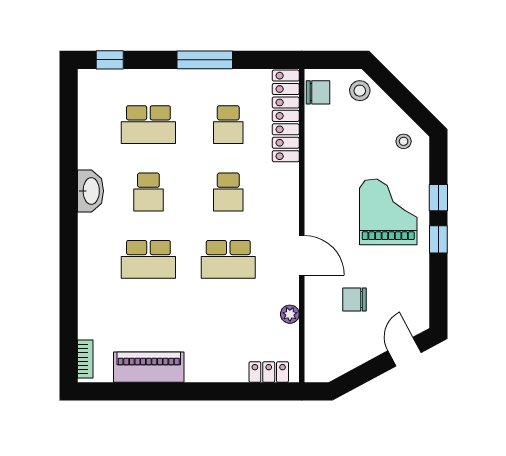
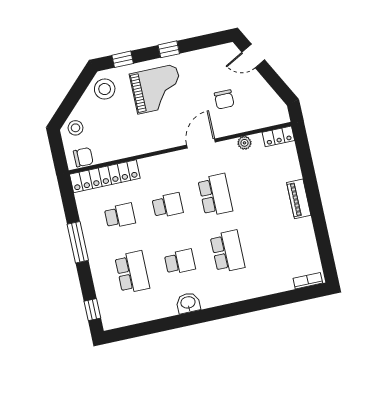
chair: (318, 92) -> (83, 157), turned 90
stool: (404, 141) -> (105, 89), width x1.89, depth x1.89
washbasin: (90, 191) -> (188, 303), width x0.72
window: (438, 198) -> (123, 59), moved
grand piano: (388, 212) -> (157, 89), turned 180
piano: (149, 367) -> (299, 199), moved, width x0.73, depth x0.75
locker: (269, 372) -> (278, 136), moved, turned -90

